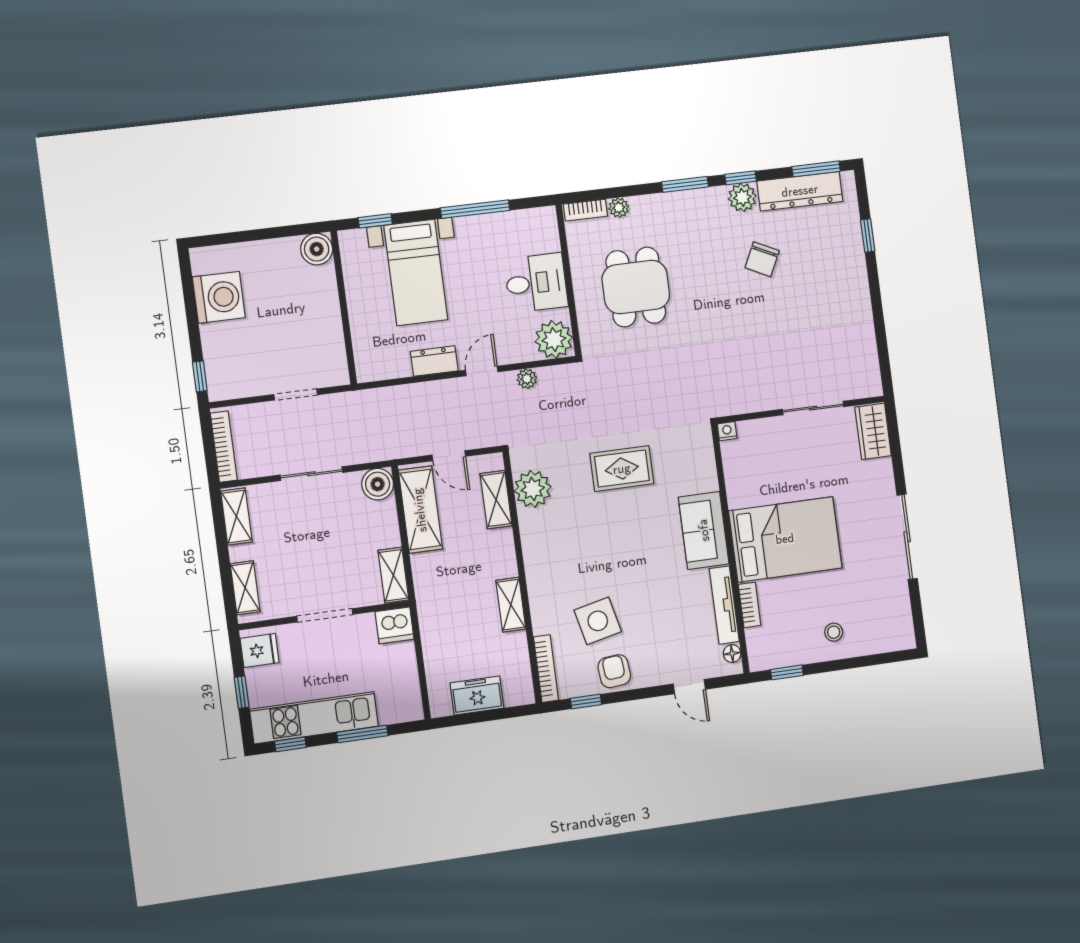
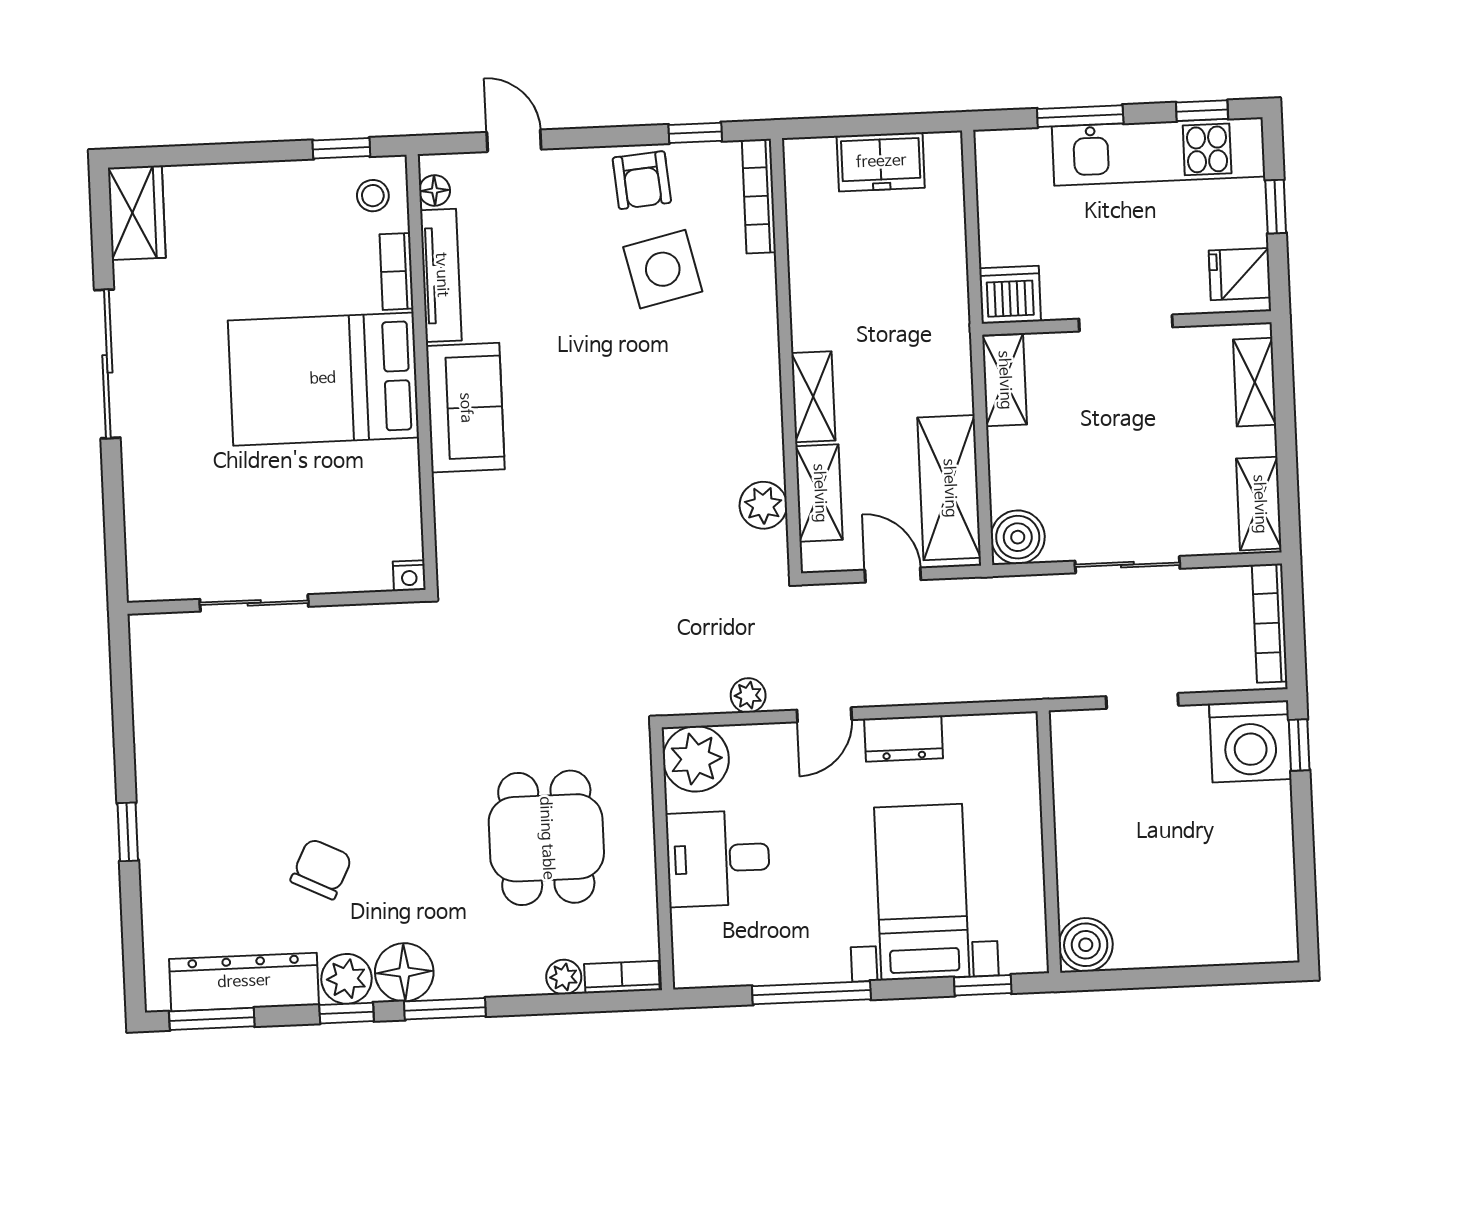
floor lamp: (710, 204) -> (404, 972), added
window: (868, 235) -> (128, 832), moved
washing machine: (219, 297) -> (1250, 741), moved, turned -90
wardrobe: (873, 431) -> (137, 213), moved
rug: (622, 469) -> (598, 527), removed
plant: (533, 489) -> (763, 505), width x0.73, depth x0.73
shelving: (511, 605) -> (813, 397), moved
stool: (834, 632) -> (373, 196), moved

